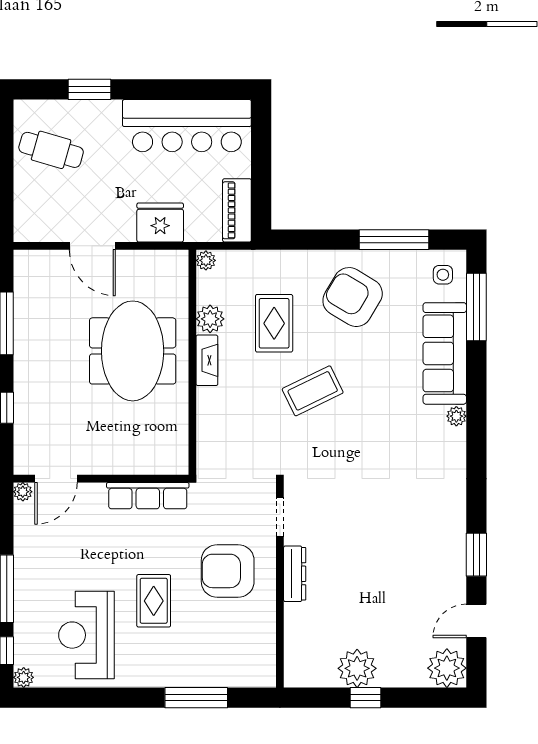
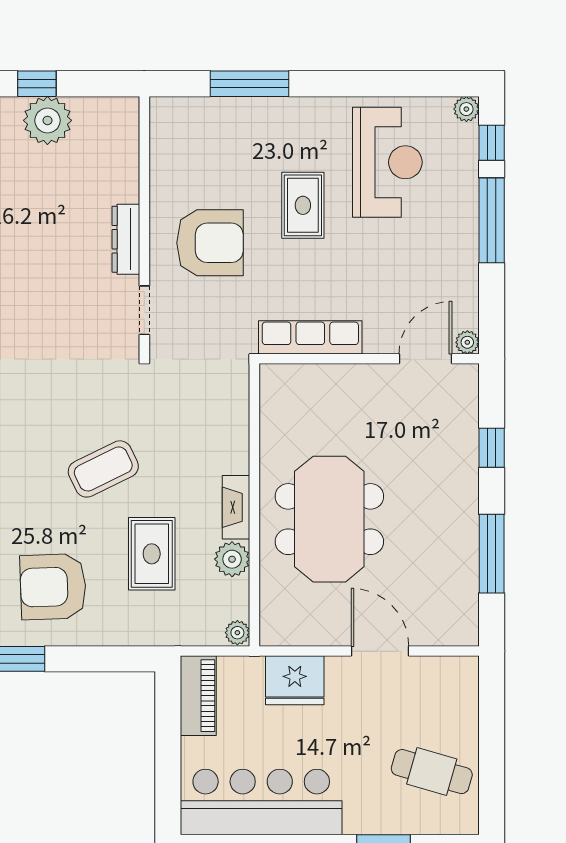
armchair: (353, 297) -> (53, 587), turned 147

